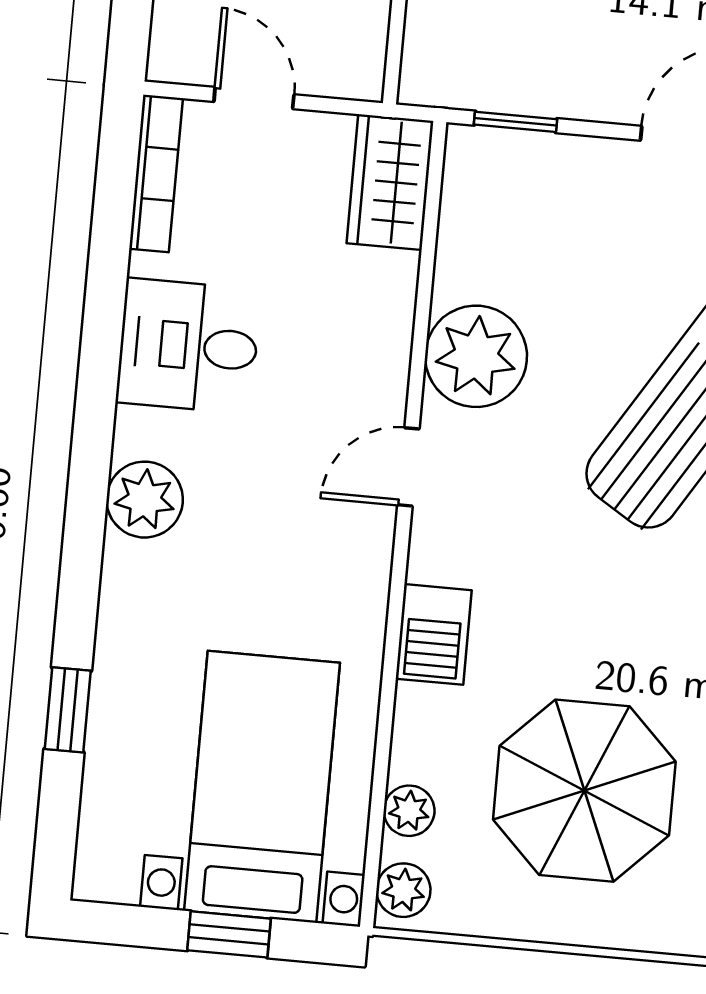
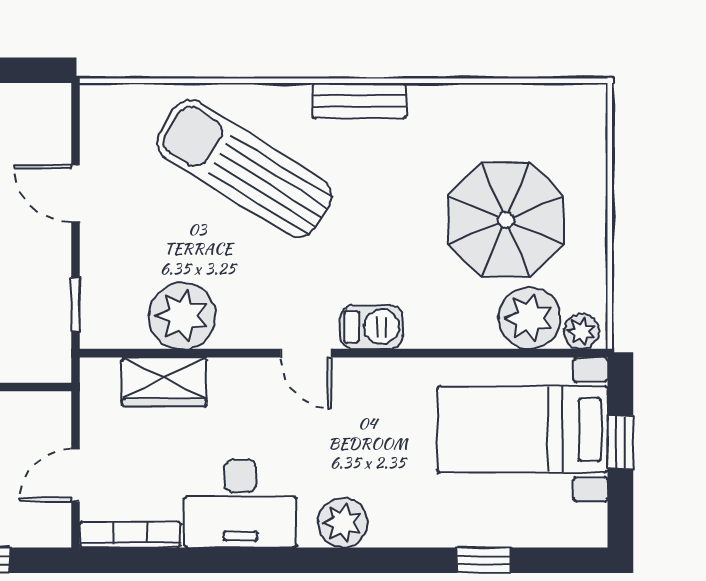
wardrobe: (390, 182) -> (164, 382), moved
desk: (188, 346) -> (240, 503), width x1.37
plant: (476, 356) -> (182, 316), moved
barbecue: (434, 634) -> (371, 327), moved
plant: (409, 811) -> (529, 318), width x1.87, depth x1.87

